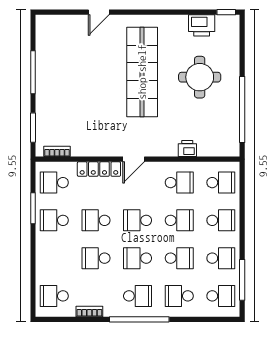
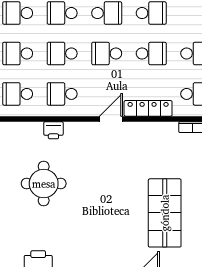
shop shelf: (142, 72) -> (165, 213), moved, width x0.71
round table: (200, 77) -> (44, 184), moved
school desk: (138, 220) -> (107, 53), turned 180

